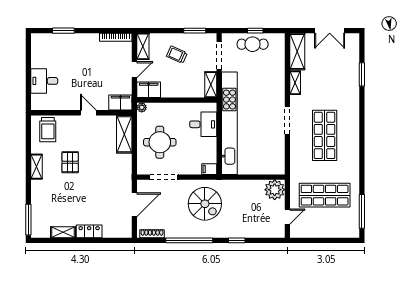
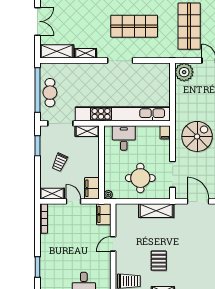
window: (255, 31) -> (37, 90), width x3.17
shelving: (124, 134) -> (156, 211), moved
pallet: (70, 162) -> (159, 261), turned 90

